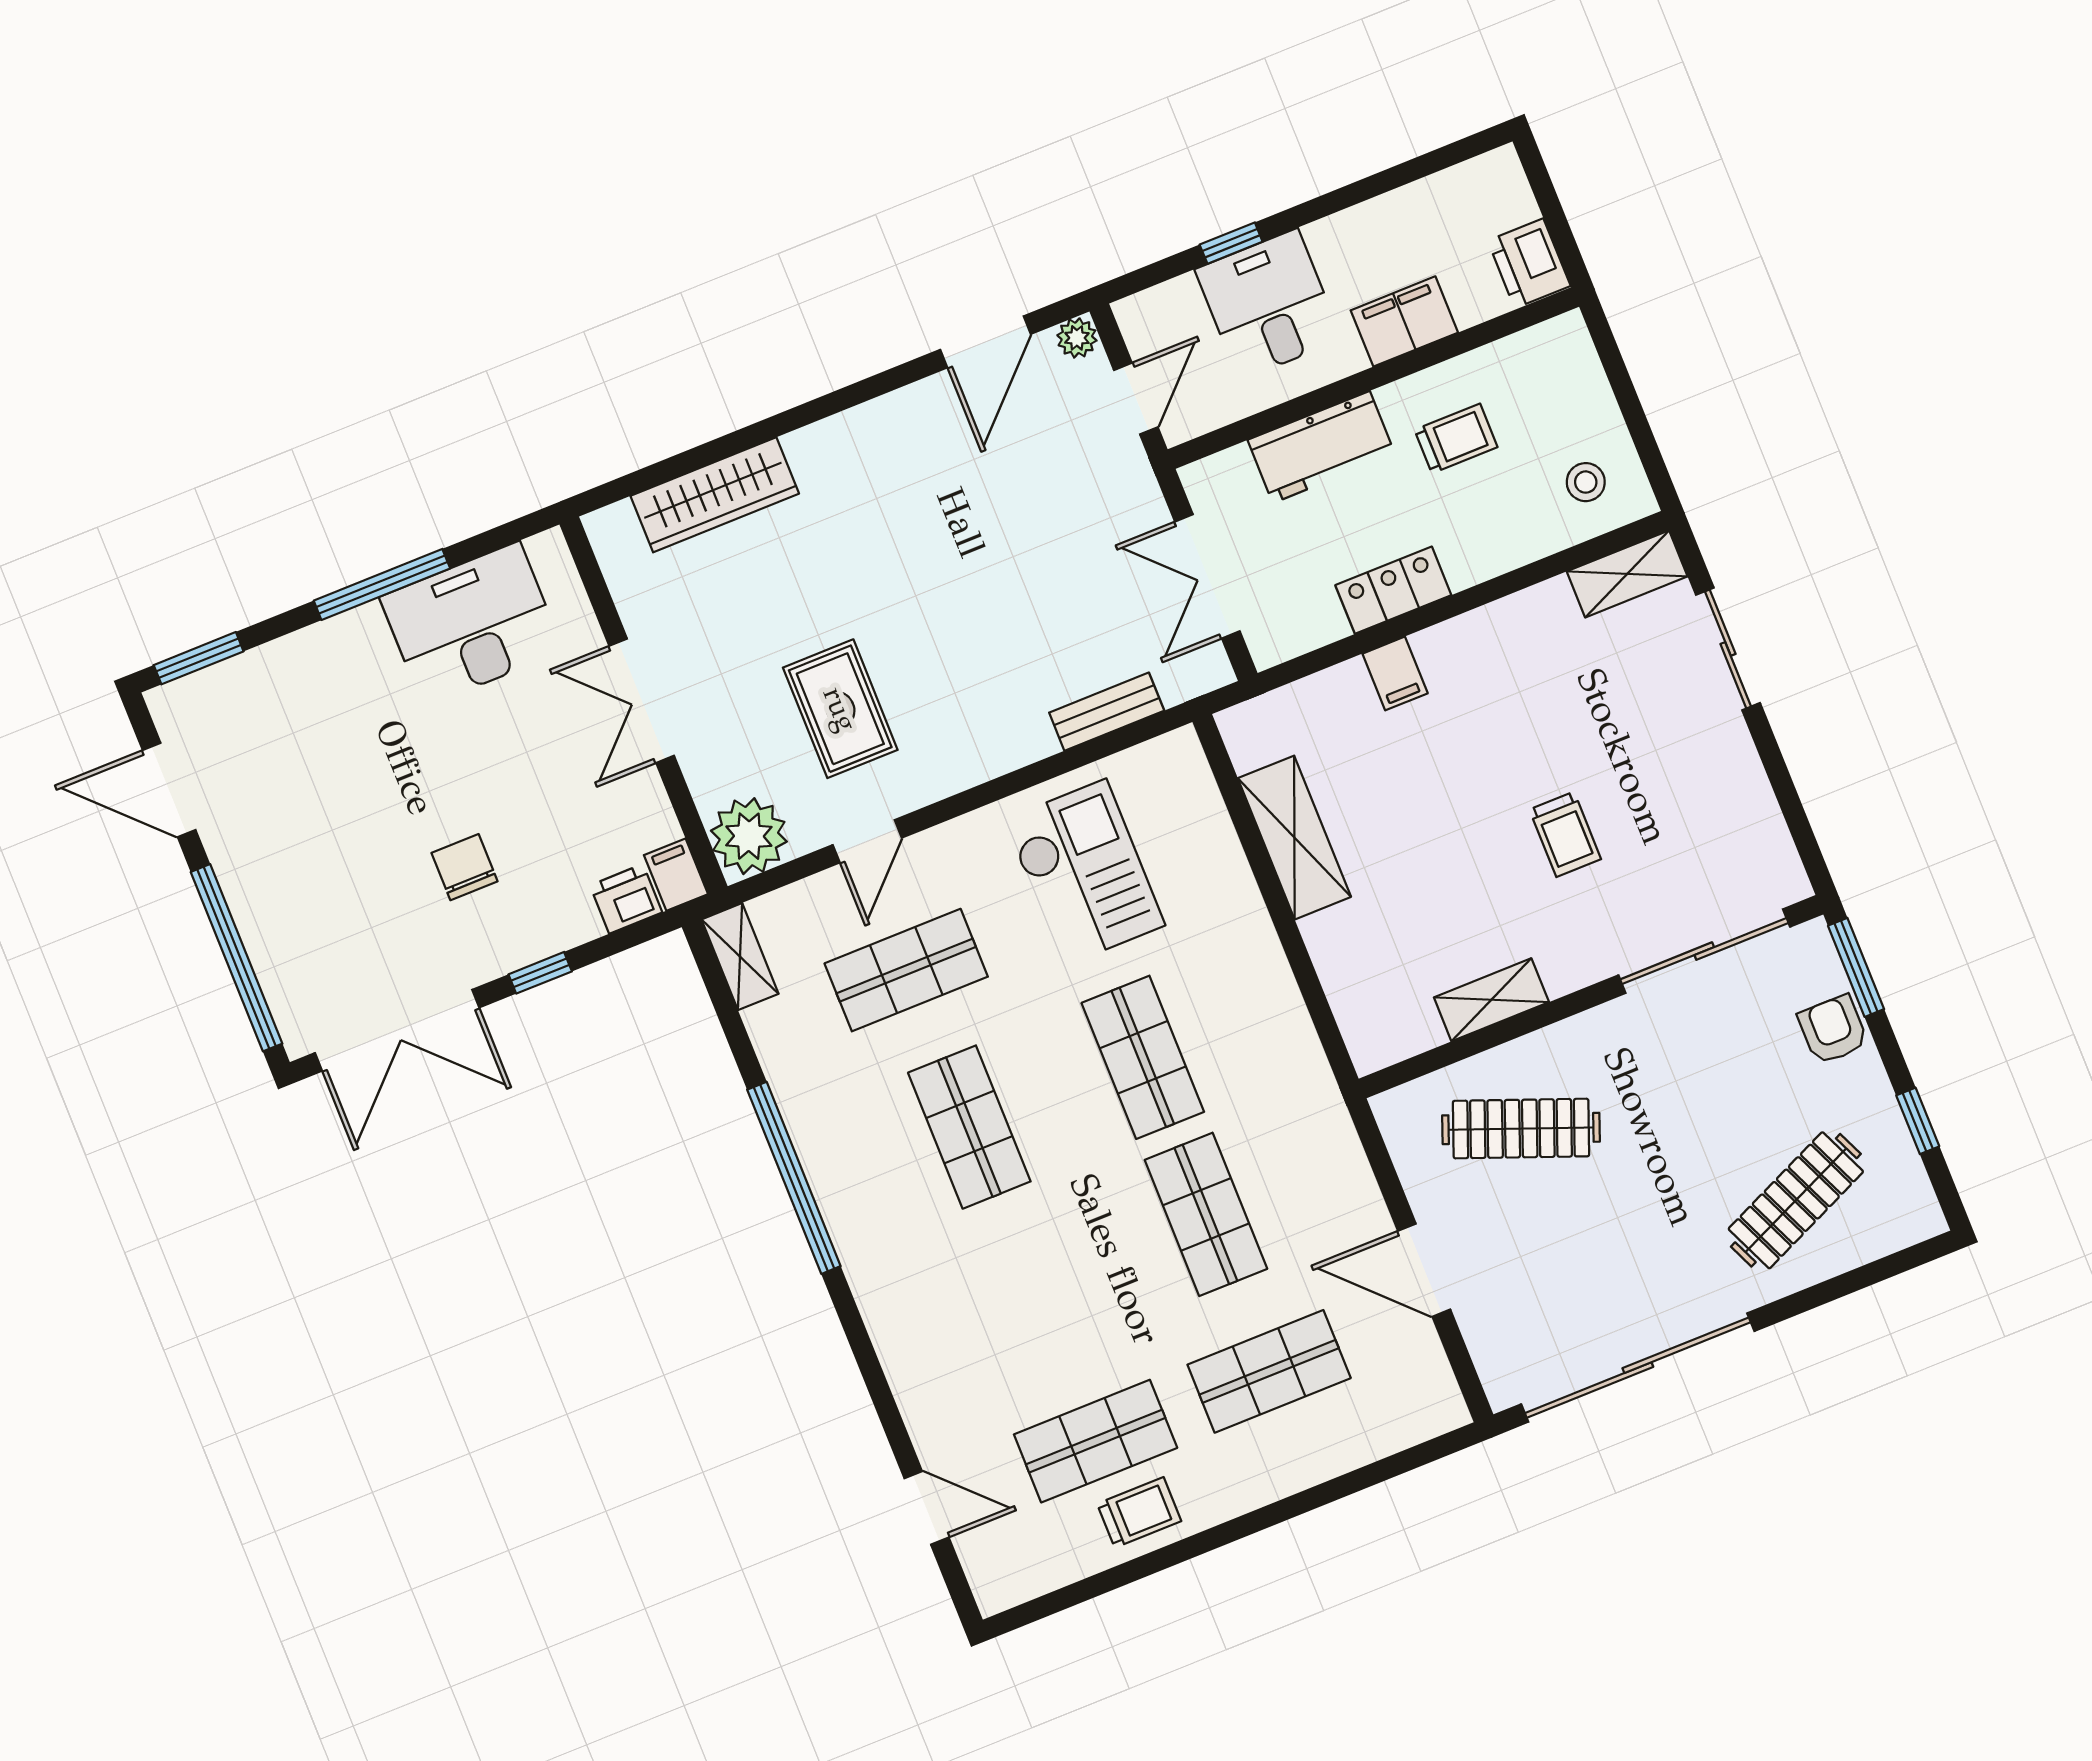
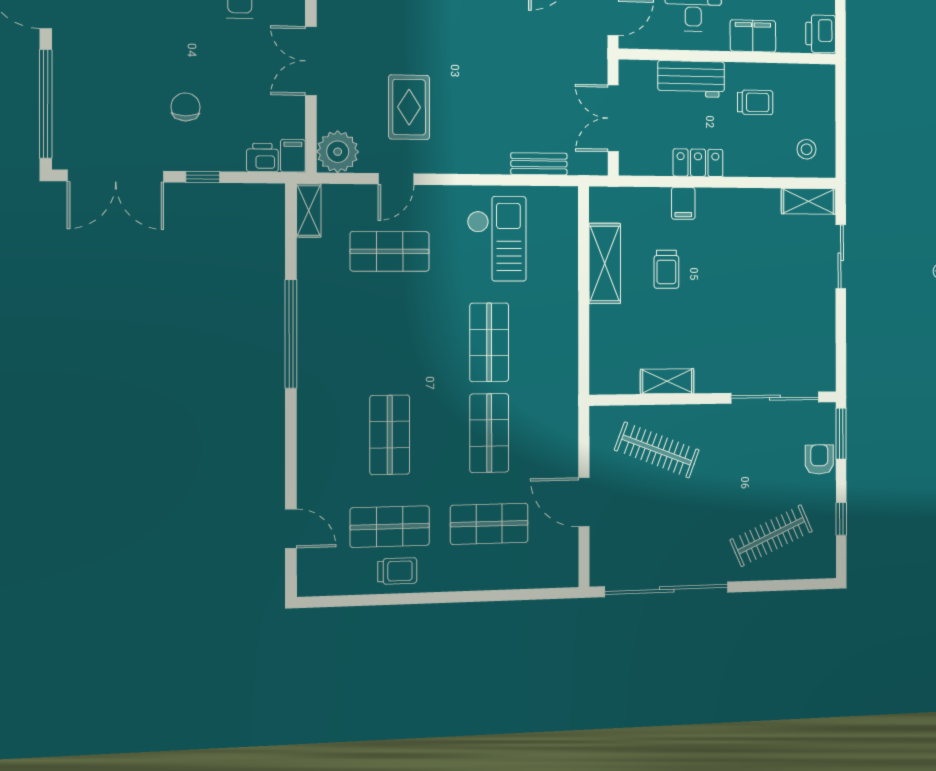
trolley: (1565, 834) -> (666, 269), moved
shop shelf: (969, 1127) -> (390, 435), moved

